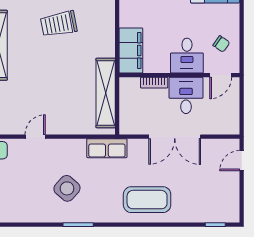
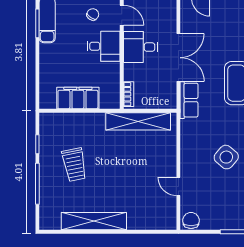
filing cabinet: (131, 50) -> (78, 98), moved
bookcase: (154, 83) -> (129, 94), moved
row of seats: (107, 148) -> (189, 100), moved

